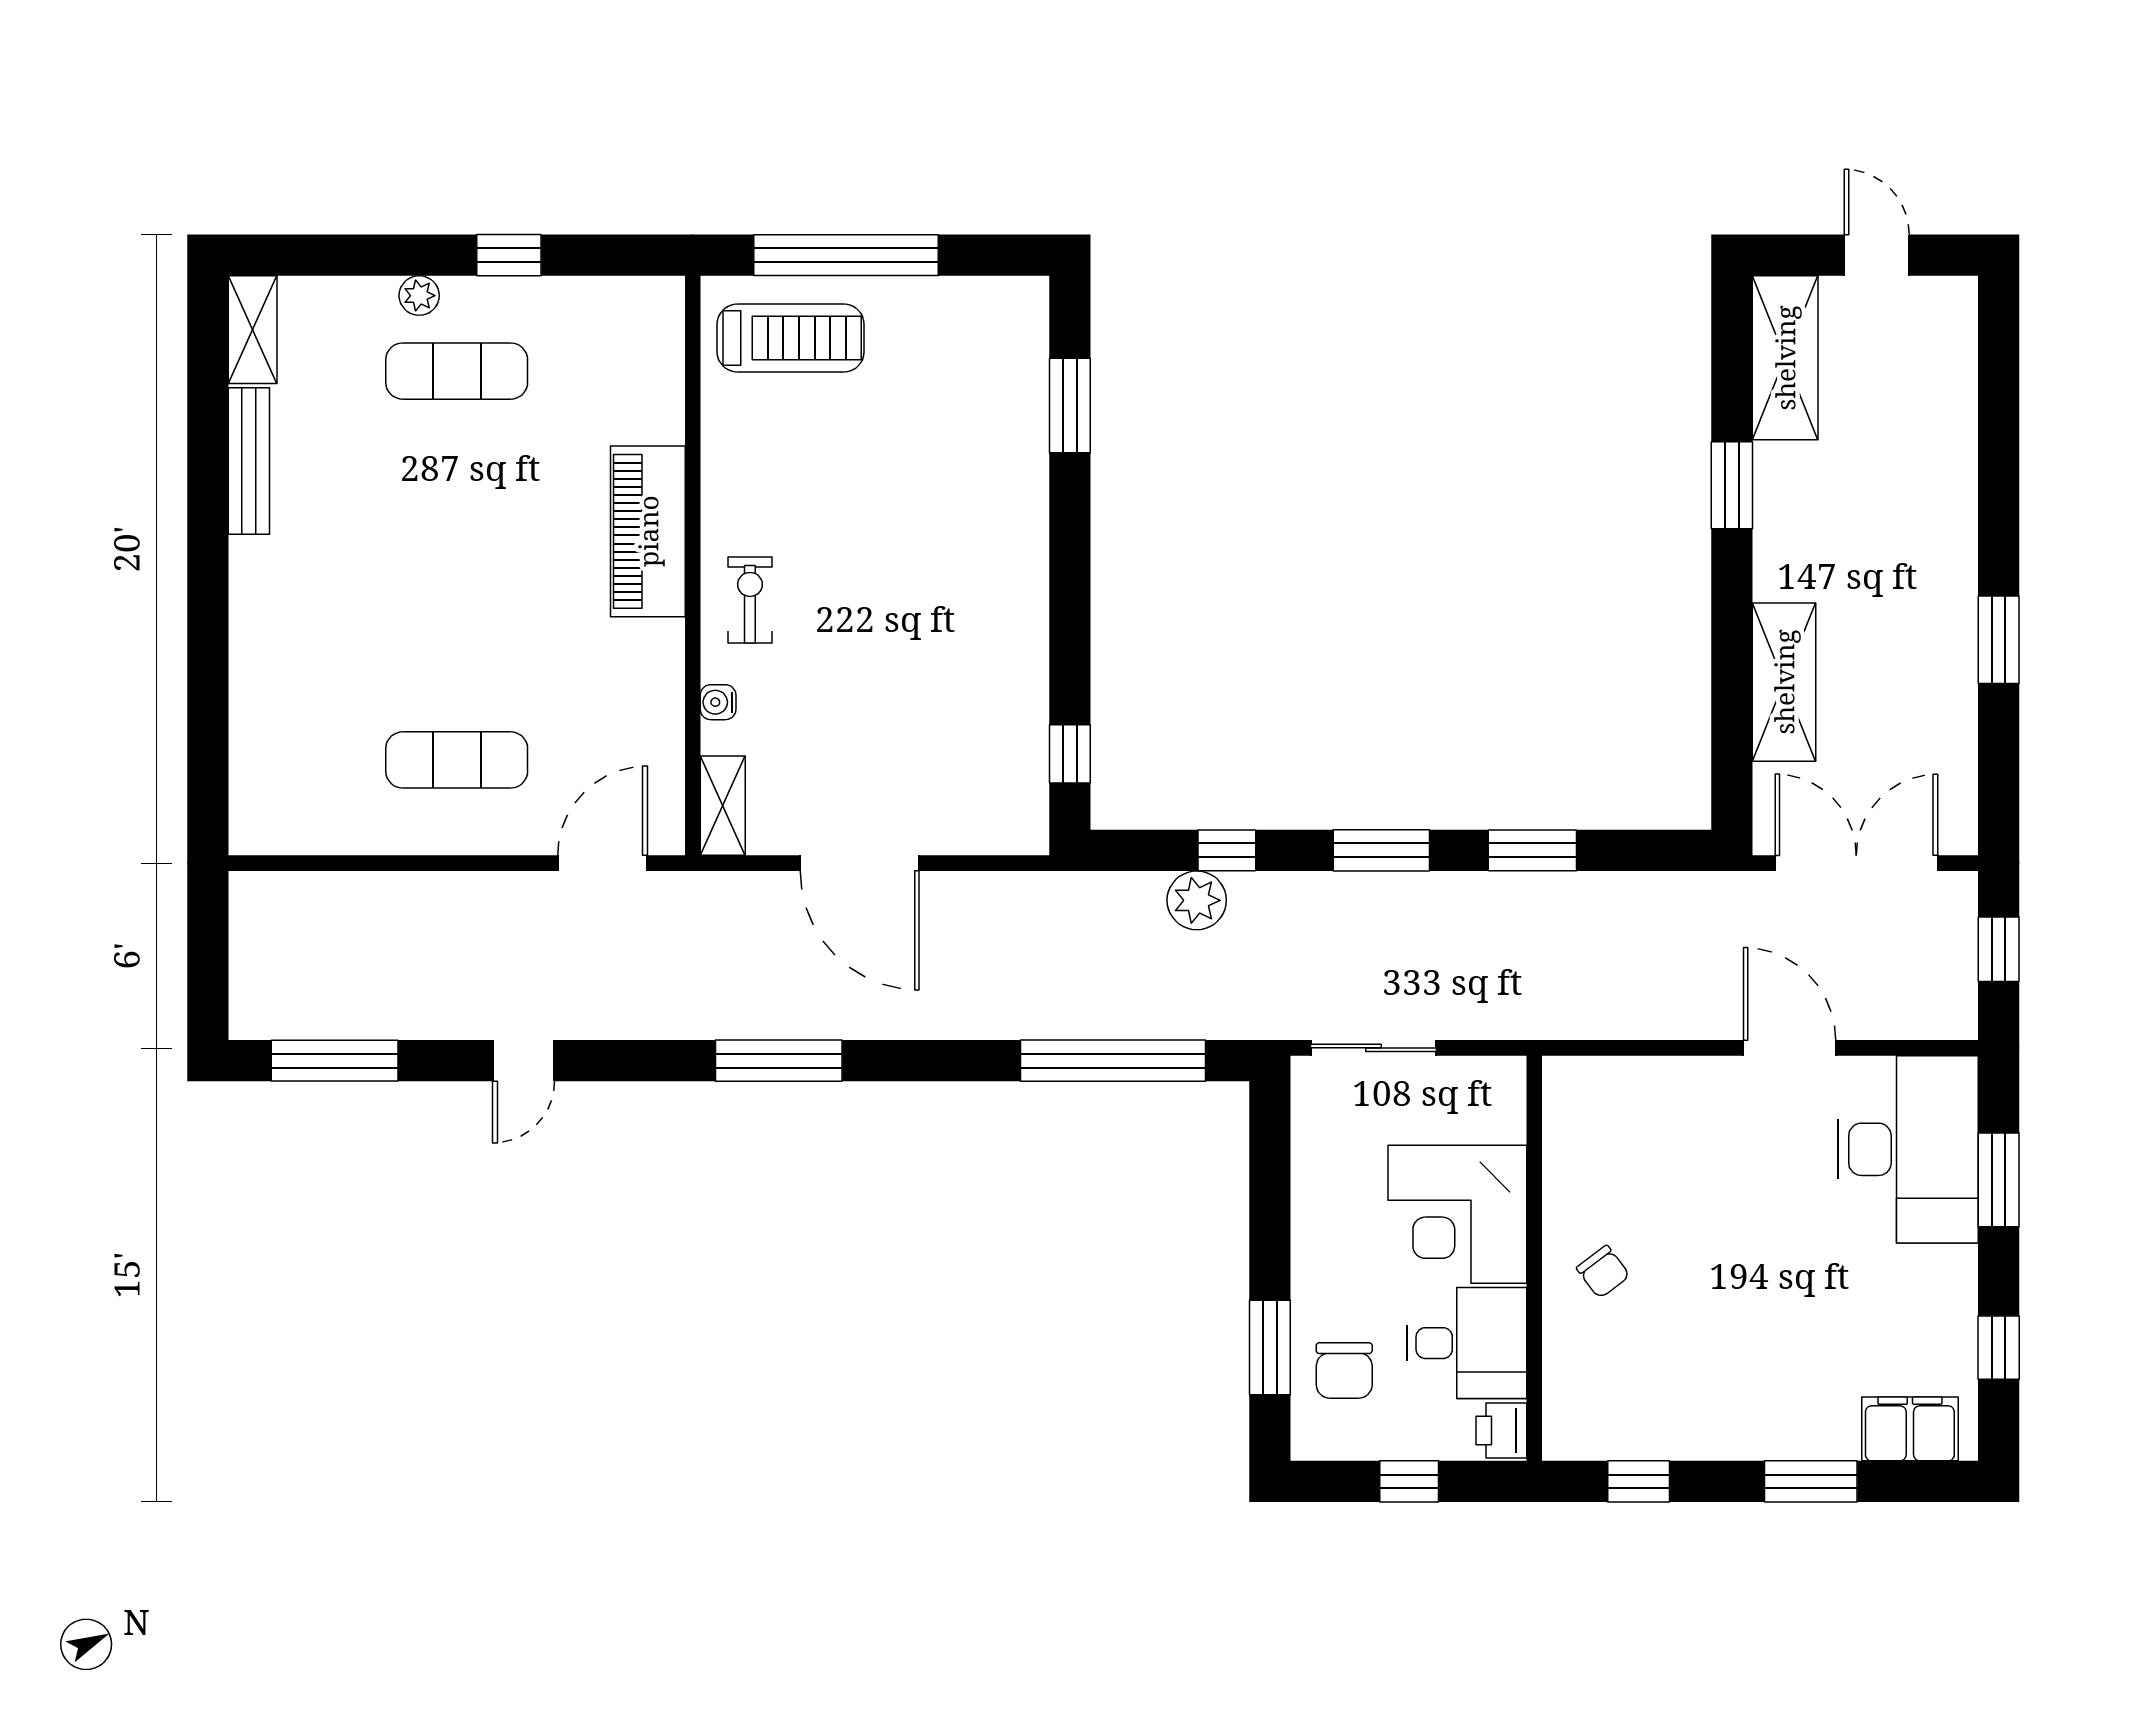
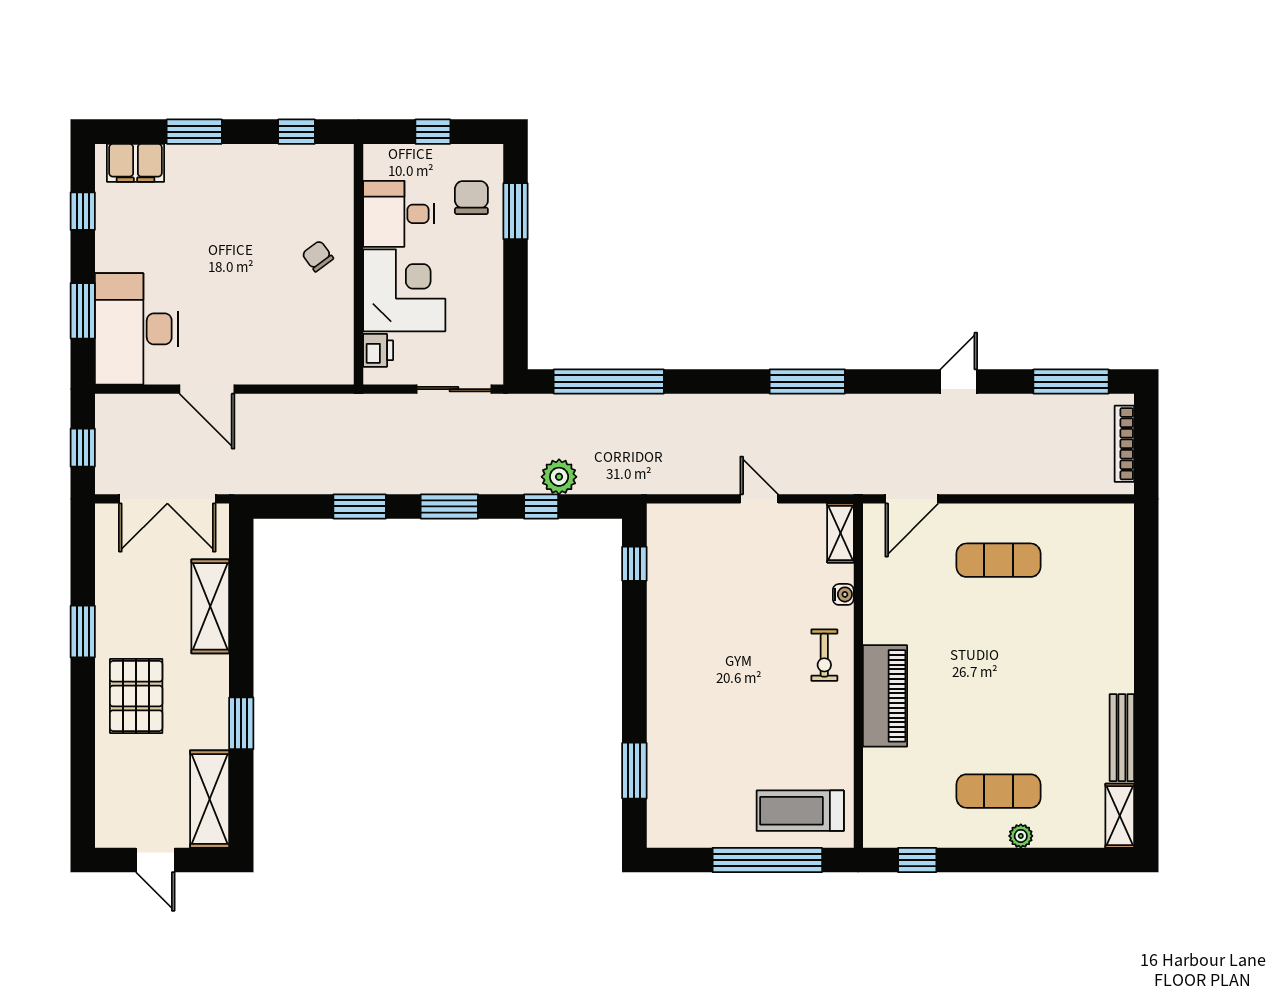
window: (509, 255) -> (917, 860), moved
pallet: (1909, 531) -> (136, 696), added
door: (860, 863) -> (759, 499), width x0.53
bookcase: (245, 956) -> (1124, 444), added
printer: (1501, 1430) -> (378, 350), moved

